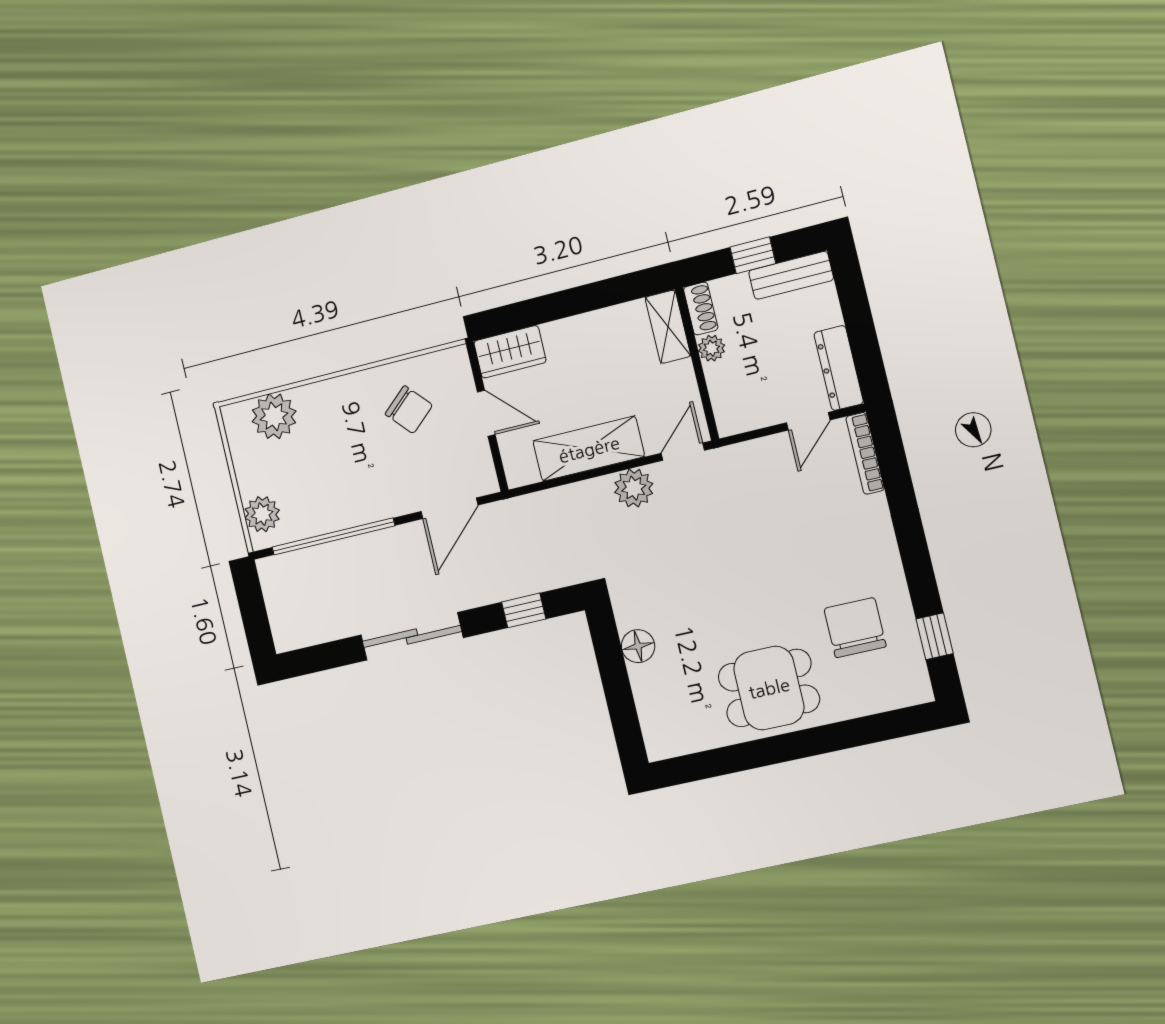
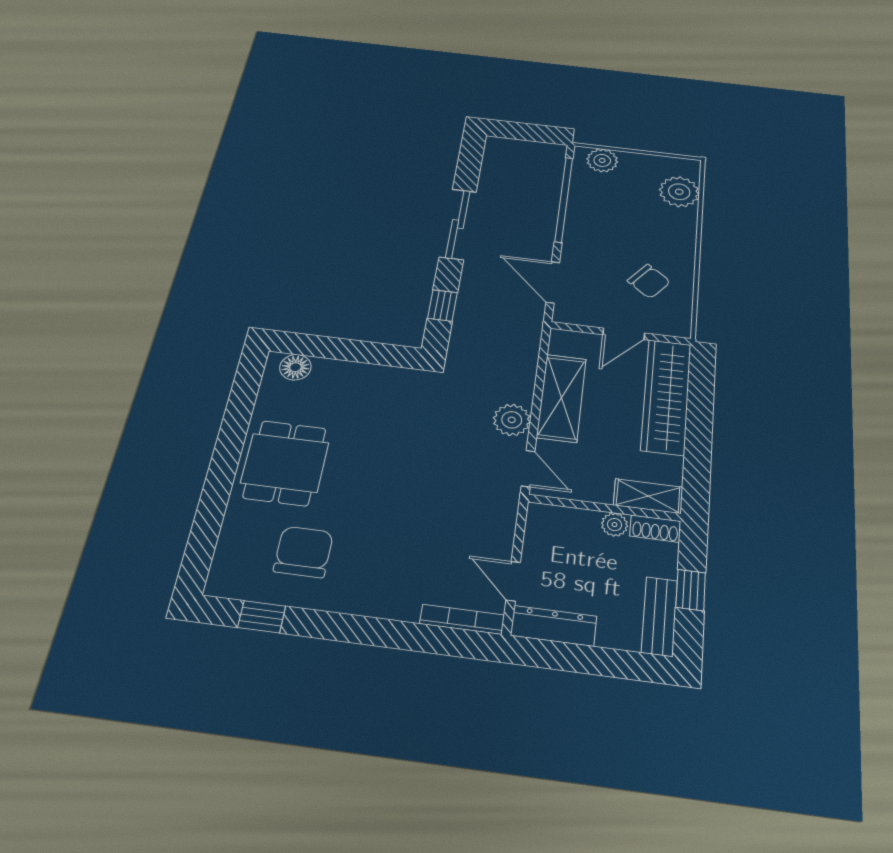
wardrobe: (510, 352) -> (666, 396), width x2.10, depth x1.17
chair: (409, 410) -> (649, 281), turned -100
chair: (855, 628) -> (303, 552), turned -90
floor lamp: (638, 646) -> (295, 367), moved

